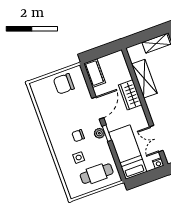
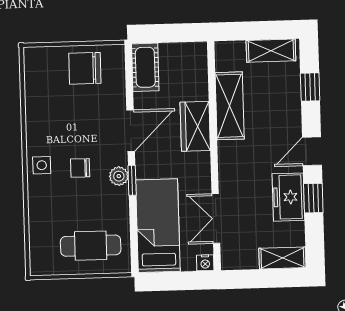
side table: (79, 158) -> (42, 165), moved

